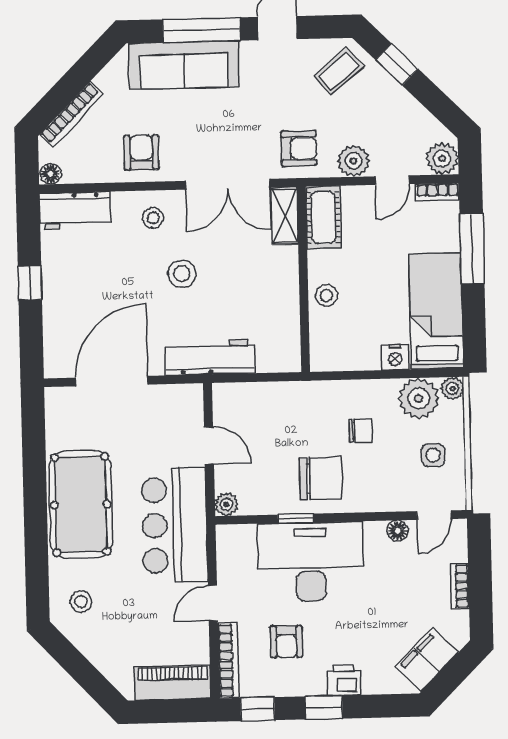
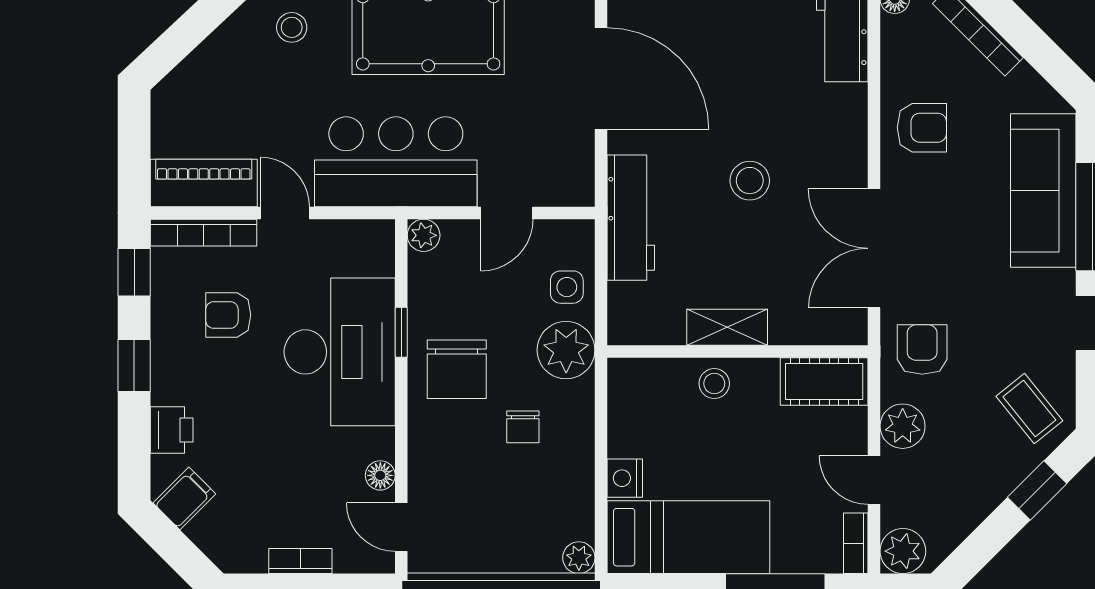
armchair: (299, 148) -> (922, 349), turned 180
shelving: (285, 216) -> (727, 327), moved
stool: (153, 218) -> (829, 142), removed
plant: (419, 398) -> (566, 350), moved
side table: (433, 455) -> (567, 287), moved
filing cabinet: (427, 660) -> (184, 498), width x0.50
printer: (344, 680) -> (172, 430), moved
piano: (173, 683) -> (204, 183), moved, turned -90

